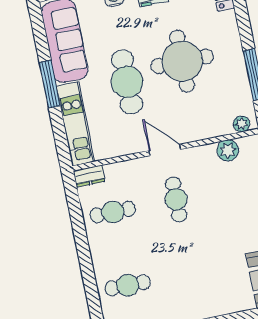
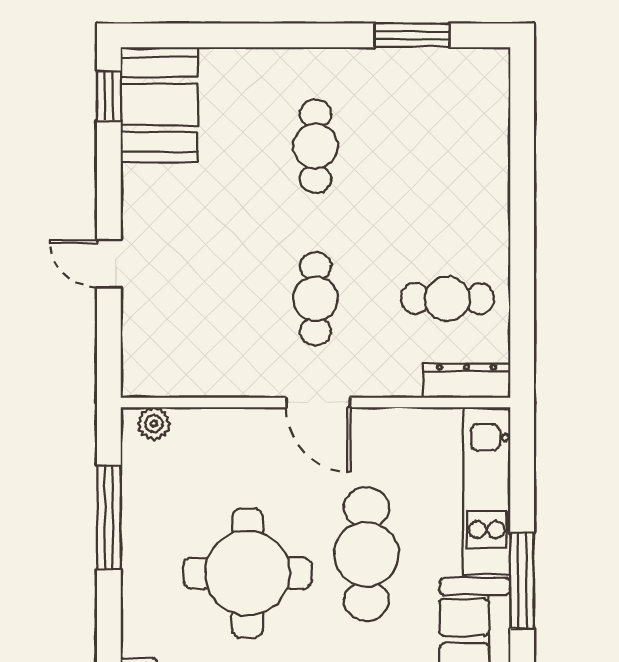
plant: (228, 150) -> (192, 376), removed
dresser: (89, 176) -> (467, 381), width x1.44
cafe table: (128, 285) -> (315, 146), moved, turned 90

